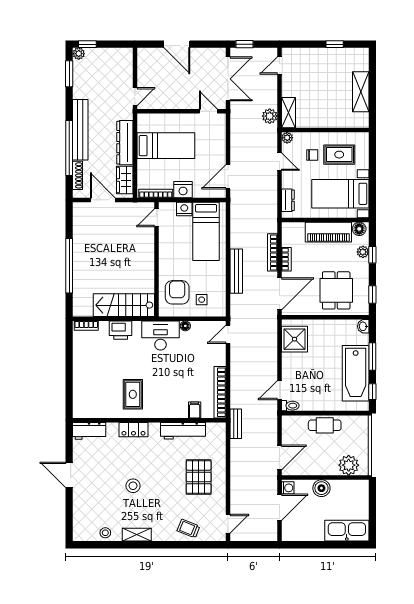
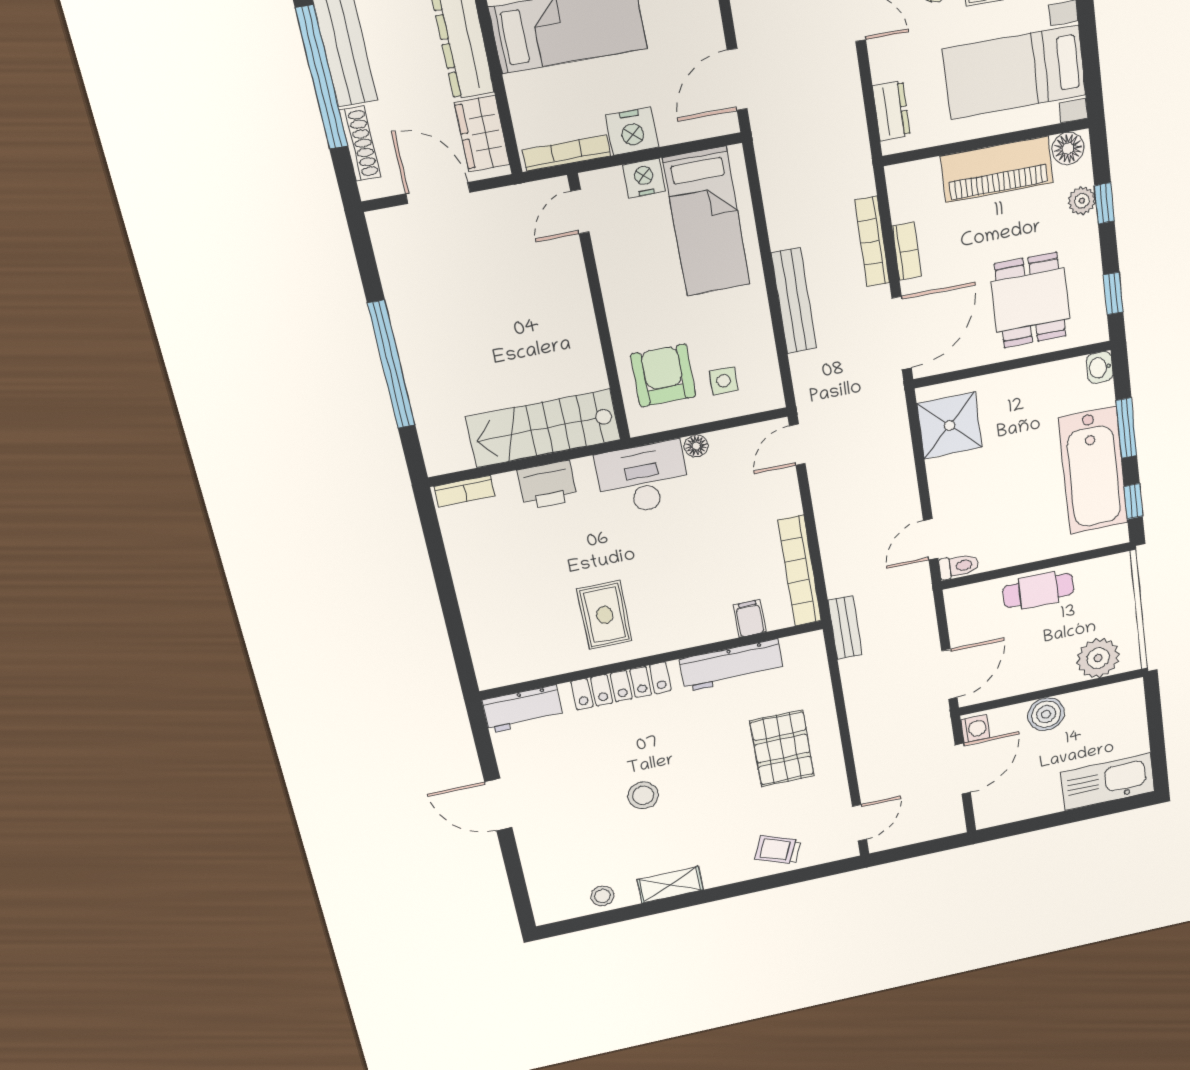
locker: (133, 430) -> (621, 686), width x1.53

